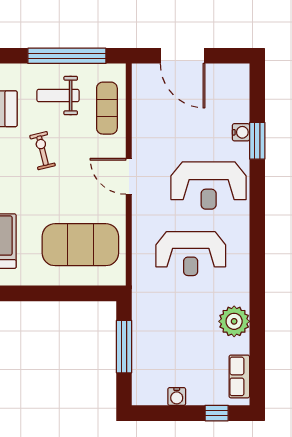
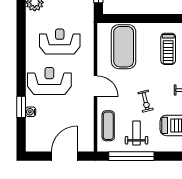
door: (183, 56) -> (64, 156), hinge flipped
weight bench: (58, 96) -> (137, 133), turned -90
exercise mat: (80, 245) -> (124, 47), turned 90

